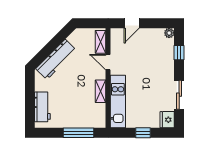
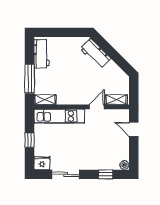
workbench: (56, 59) -> (95, 53), width x0.73
shelving: (100, 91) -> (45, 100), moved
workbench: (42, 107) -> (42, 54), moved, turned -90

